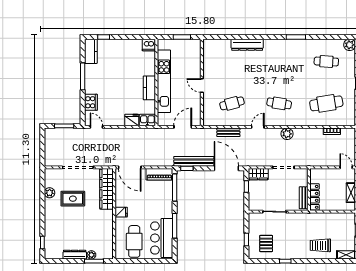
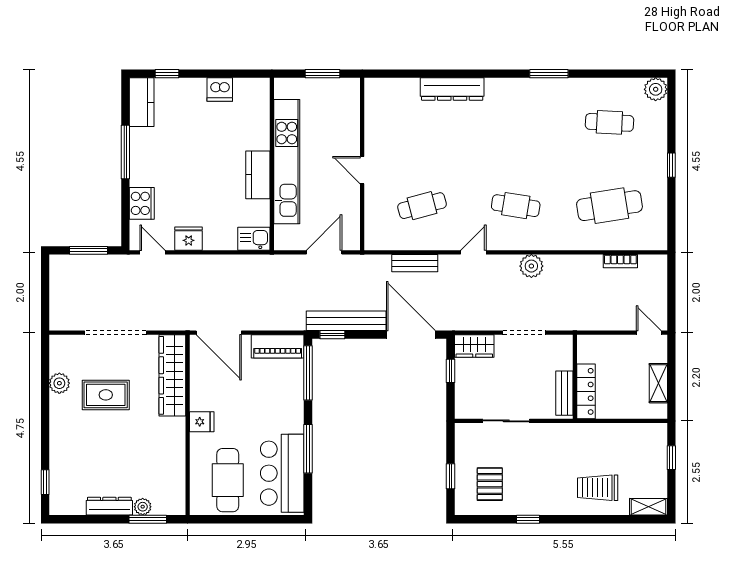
dishwasher: (149, 45) -> (220, 90), moved
fridge: (132, 120) -> (189, 239), moved

